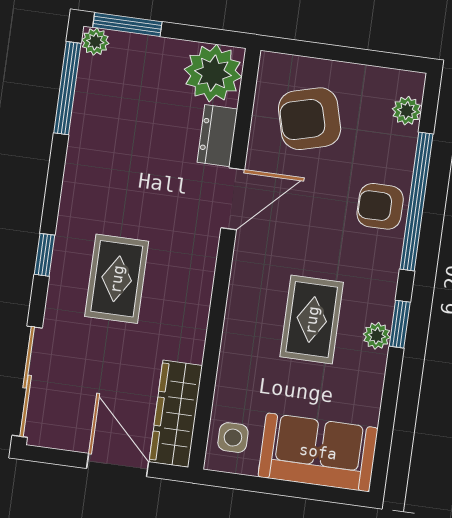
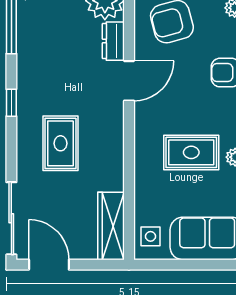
window: (45, 255) -> (11, 103), moved
rug: (312, 320) -> (191, 152), turned 90
door: (118, 465) -> (49, 265), moved

